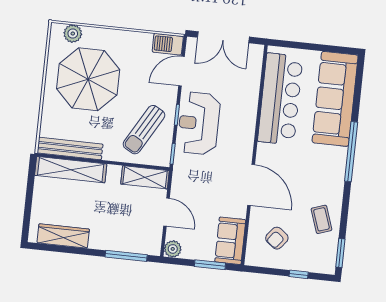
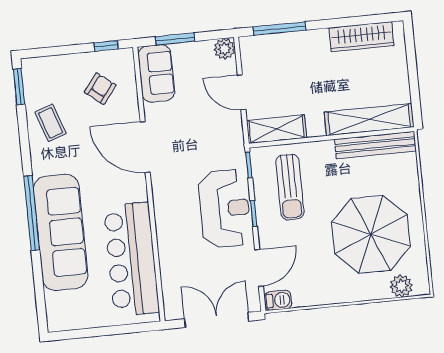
barbecue: (168, 44) -> (278, 300), width x0.73, depth x0.79
sofa: (335, 99) -> (61, 232), moved
sun lounger: (144, 130) -> (290, 187), turned 150
window: (299, 274) -> (106, 46), moved

